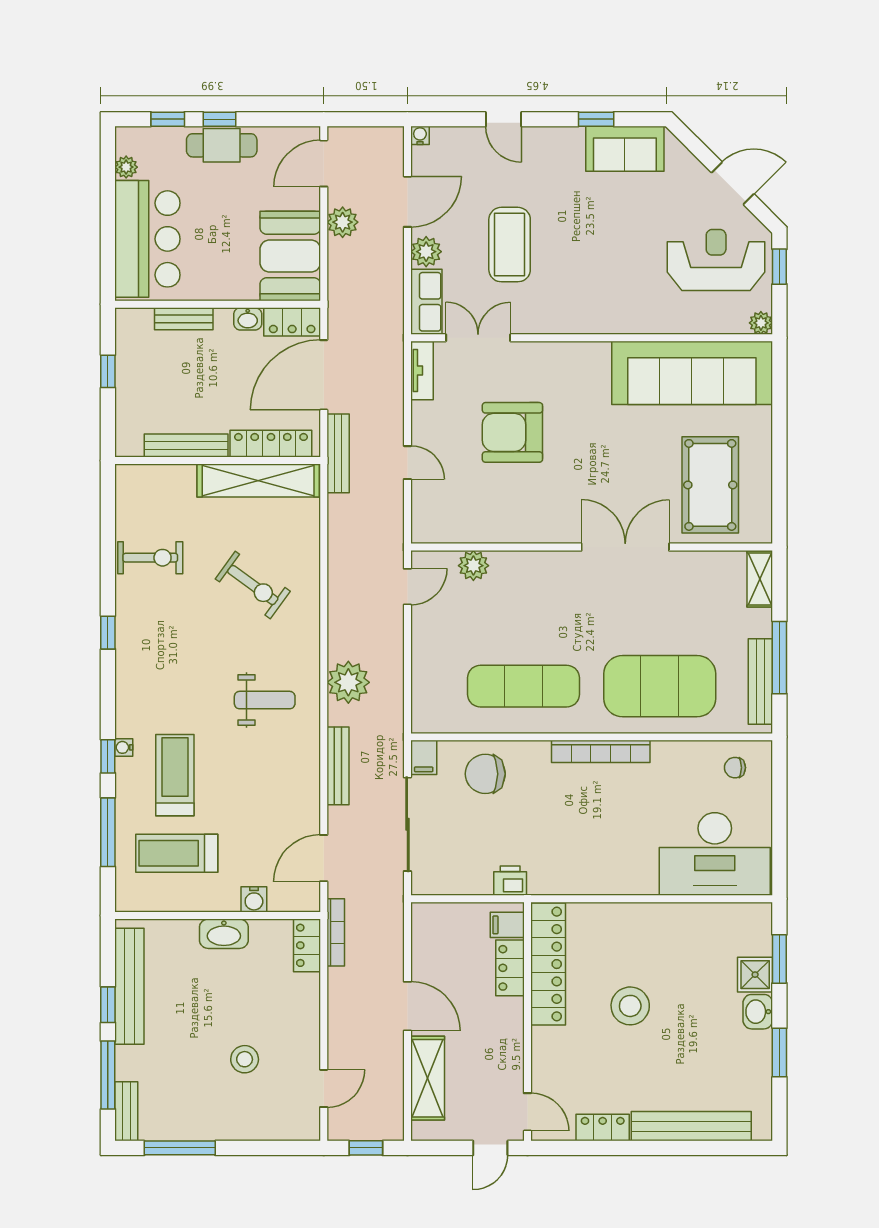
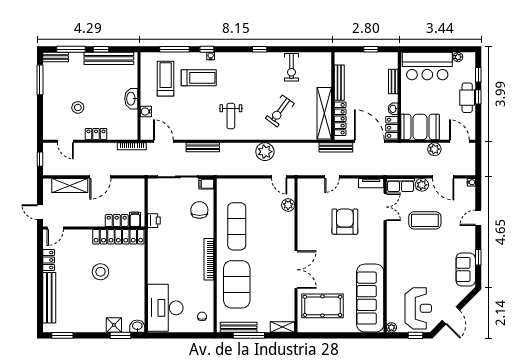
plant: (348, 682) -> (265, 152), moved
locker: (307, 945) -> (96, 134), moved
washbasin: (758, 1012) -> (137, 326), moved
window: (779, 1053) -> (62, 335), moved

